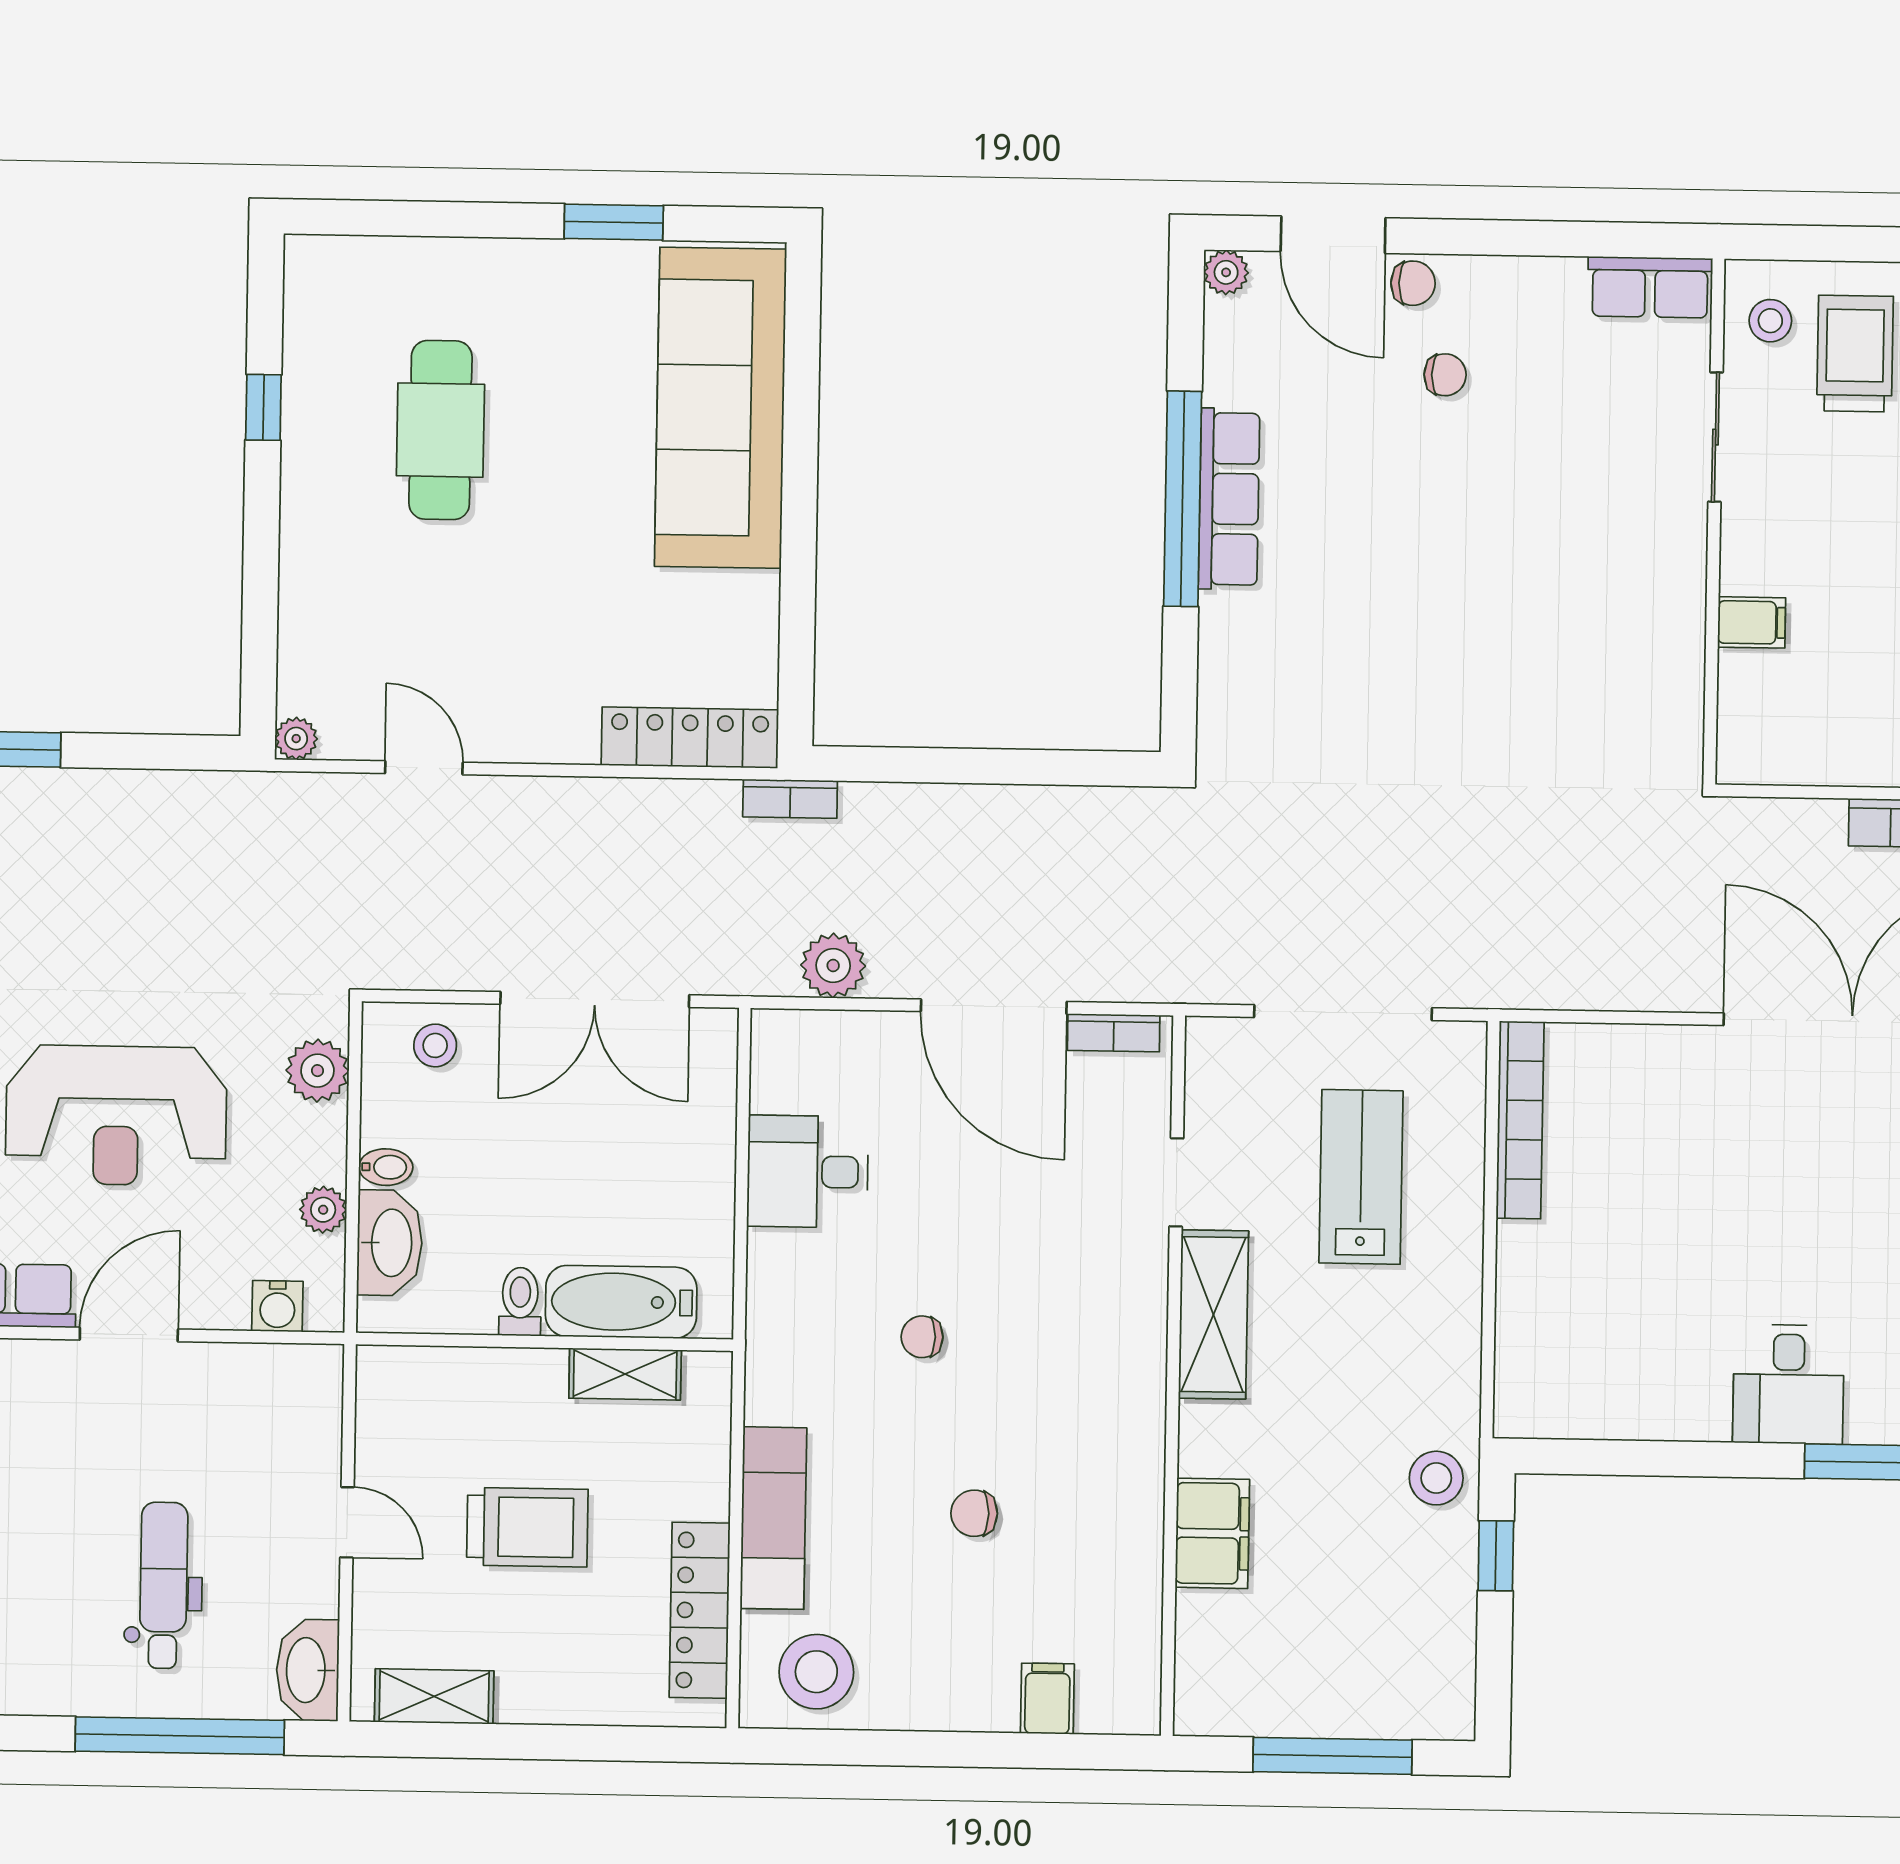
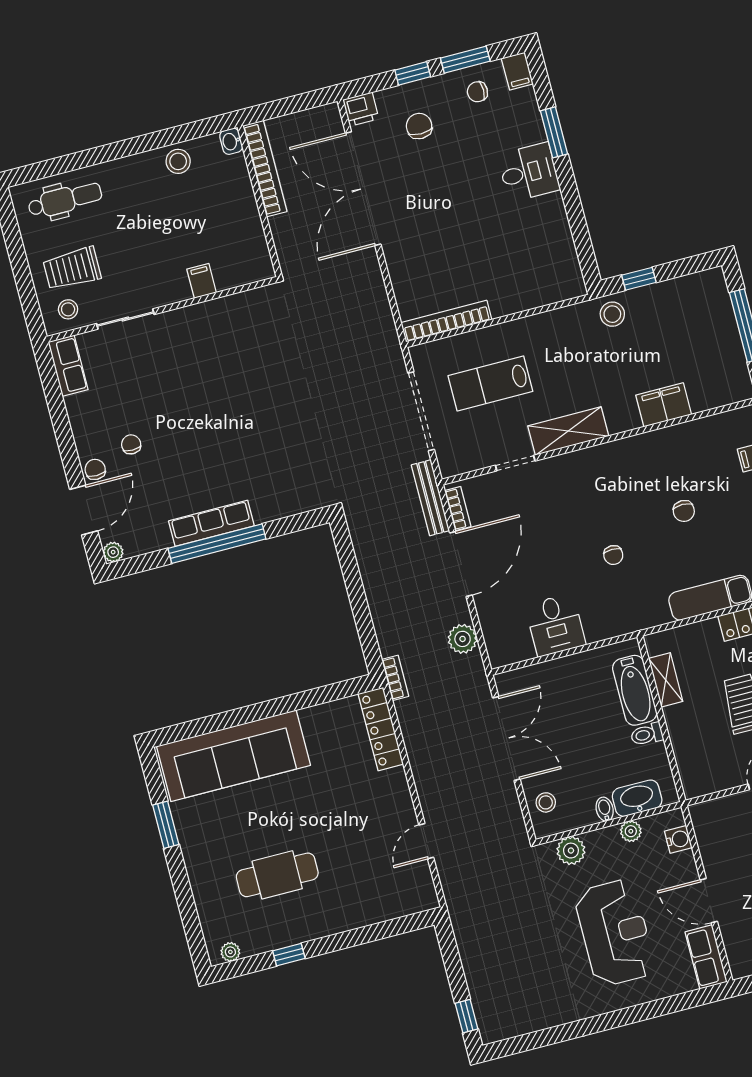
plant: (296, 739) -> (230, 952), moved
bench: (1153, 981) -> (430, 498), added

